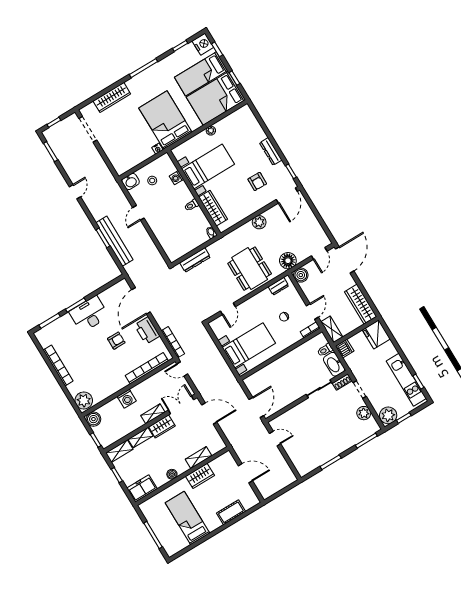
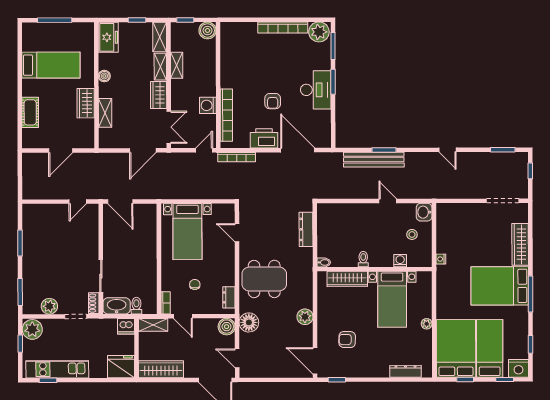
bed: (165, 120) -> (500, 286), moved, turned 180
dresser: (271, 151) -> (405, 371), moved
washing machine: (127, 399) -> (208, 105), moved
plant: (84, 400) -> (319, 32), moved
shelving: (153, 414) -> (177, 65), moved

